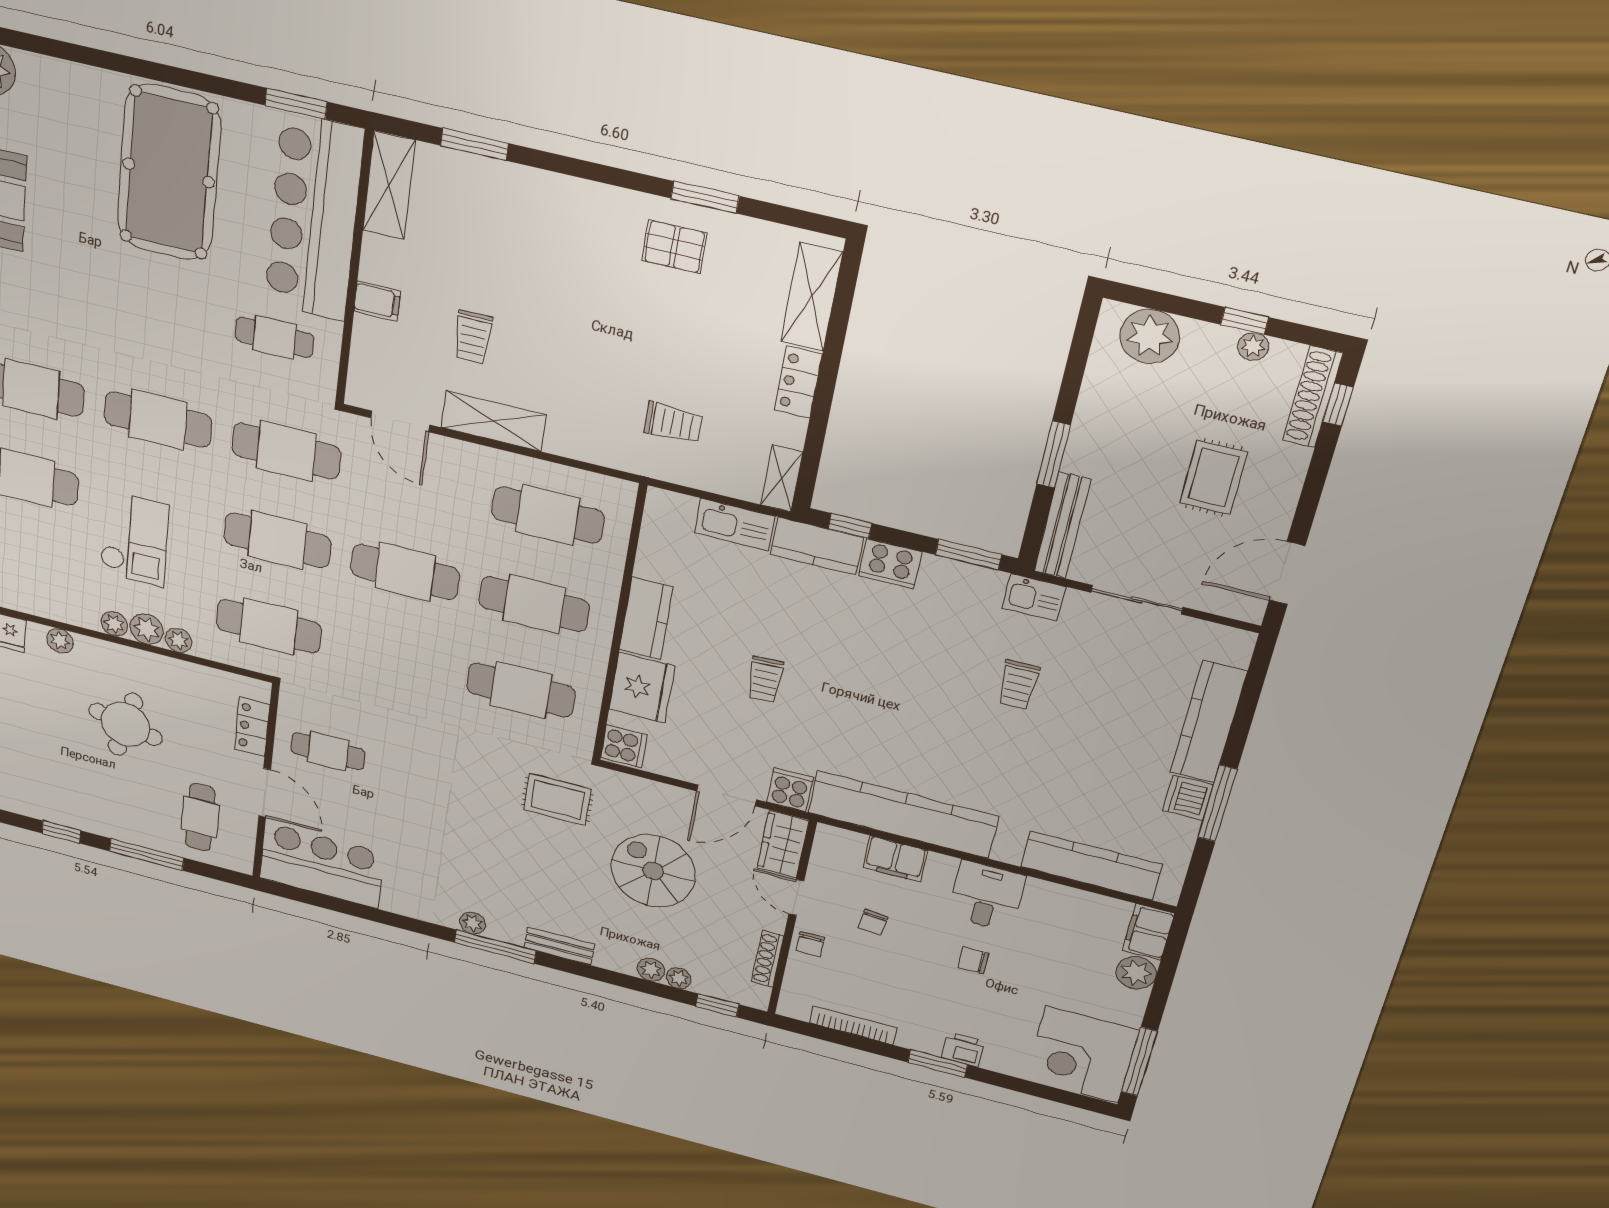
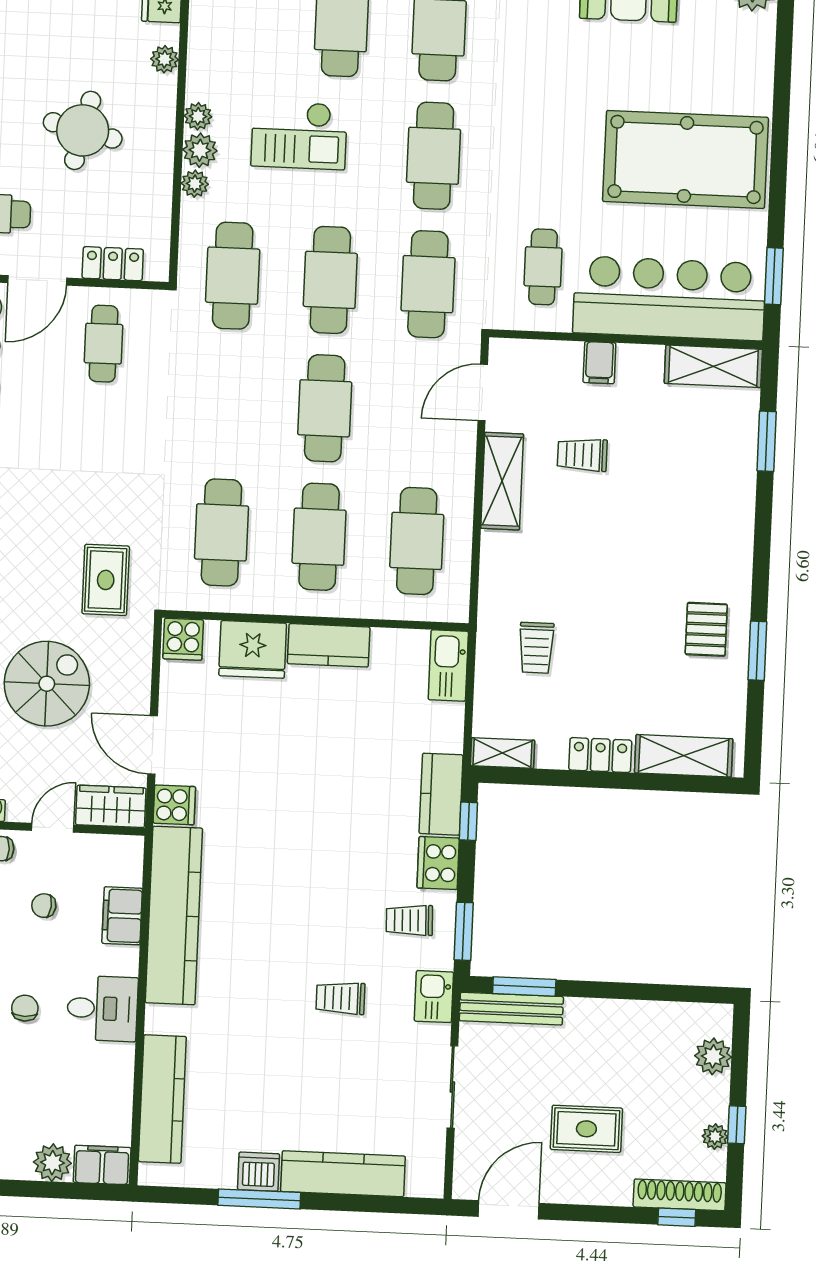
plant: (1150, 336) -> (713, 1056), width x0.73, depth x0.73
window: (1054, 455) -> (524, 987), moved
kitchen sink: (735, 525) -> (448, 666), moved
door: (1287, 573) -> (509, 1210), hinge flipped
trolley: (765, 679) -> (409, 920), moved

